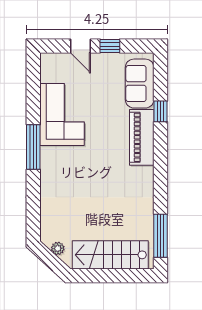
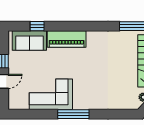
window: (160, 111) -> (37, 26), moved

